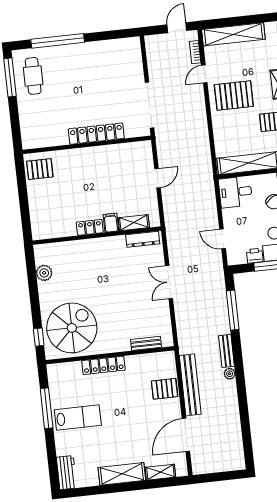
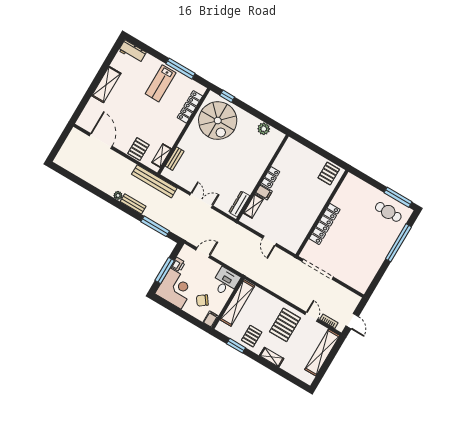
locker: (103, 365) -> (190, 107), moved
bench: (190, 385) -> (154, 181), moved
shelving: (160, 472) -> (162, 156), moved

